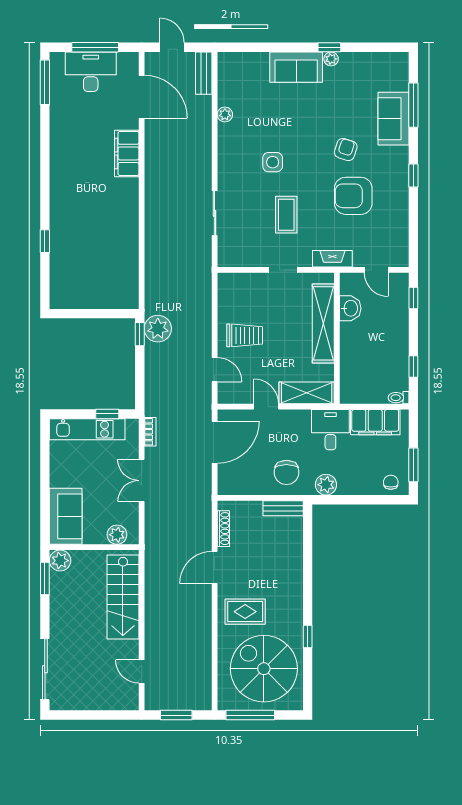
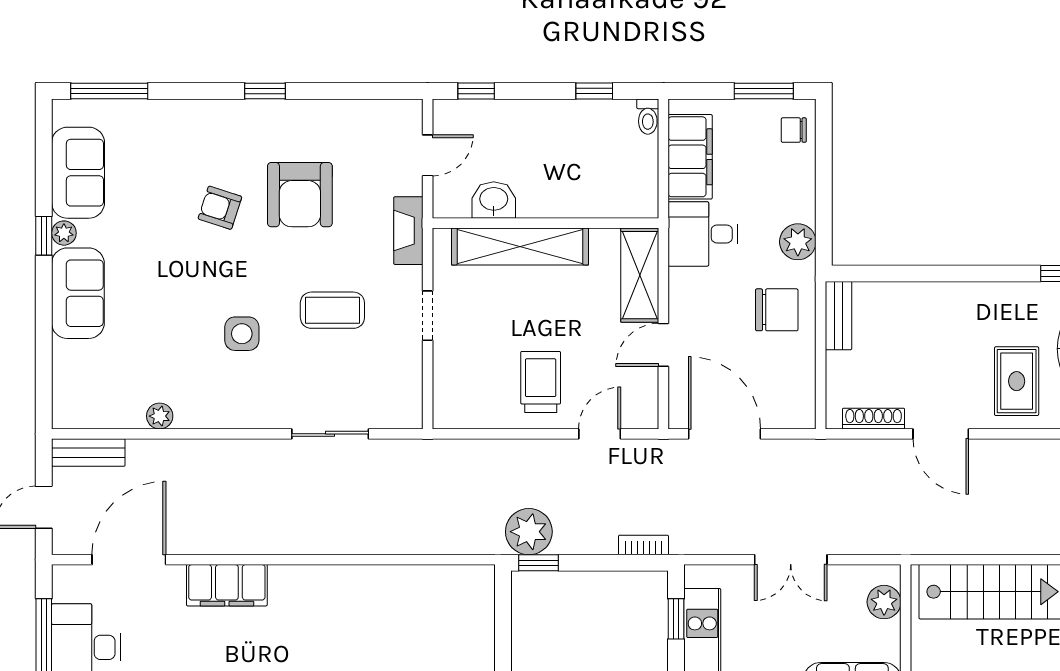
window: (413, 105) -> (109, 91), moved
sofa: (394, 119) -> (78, 173), moved, turned -90
bookcase: (150, 432) -> (644, 545), moved

